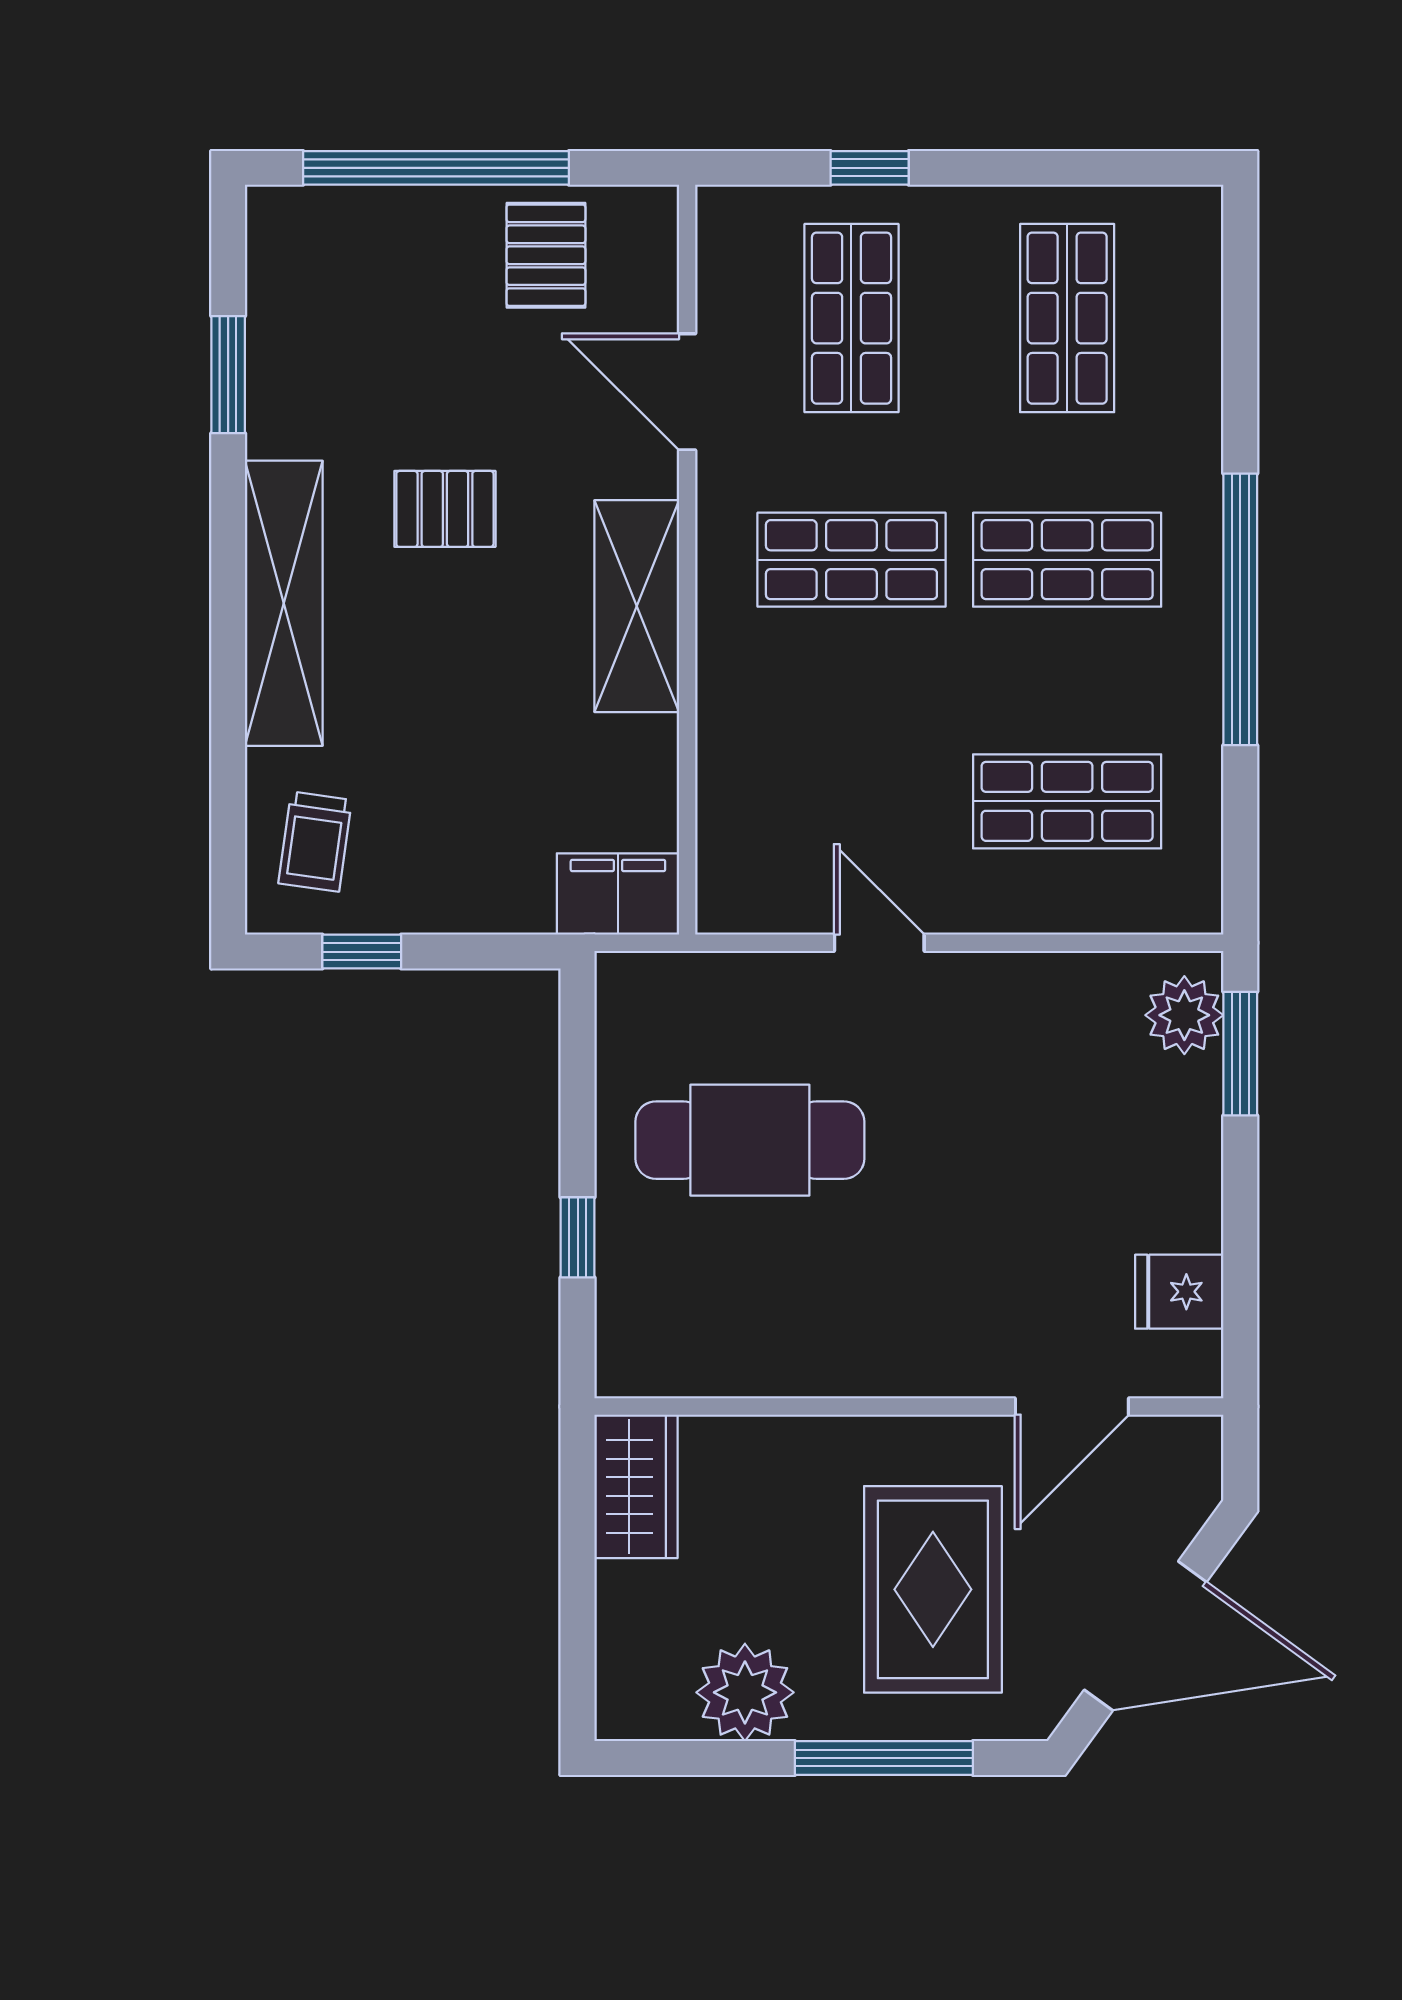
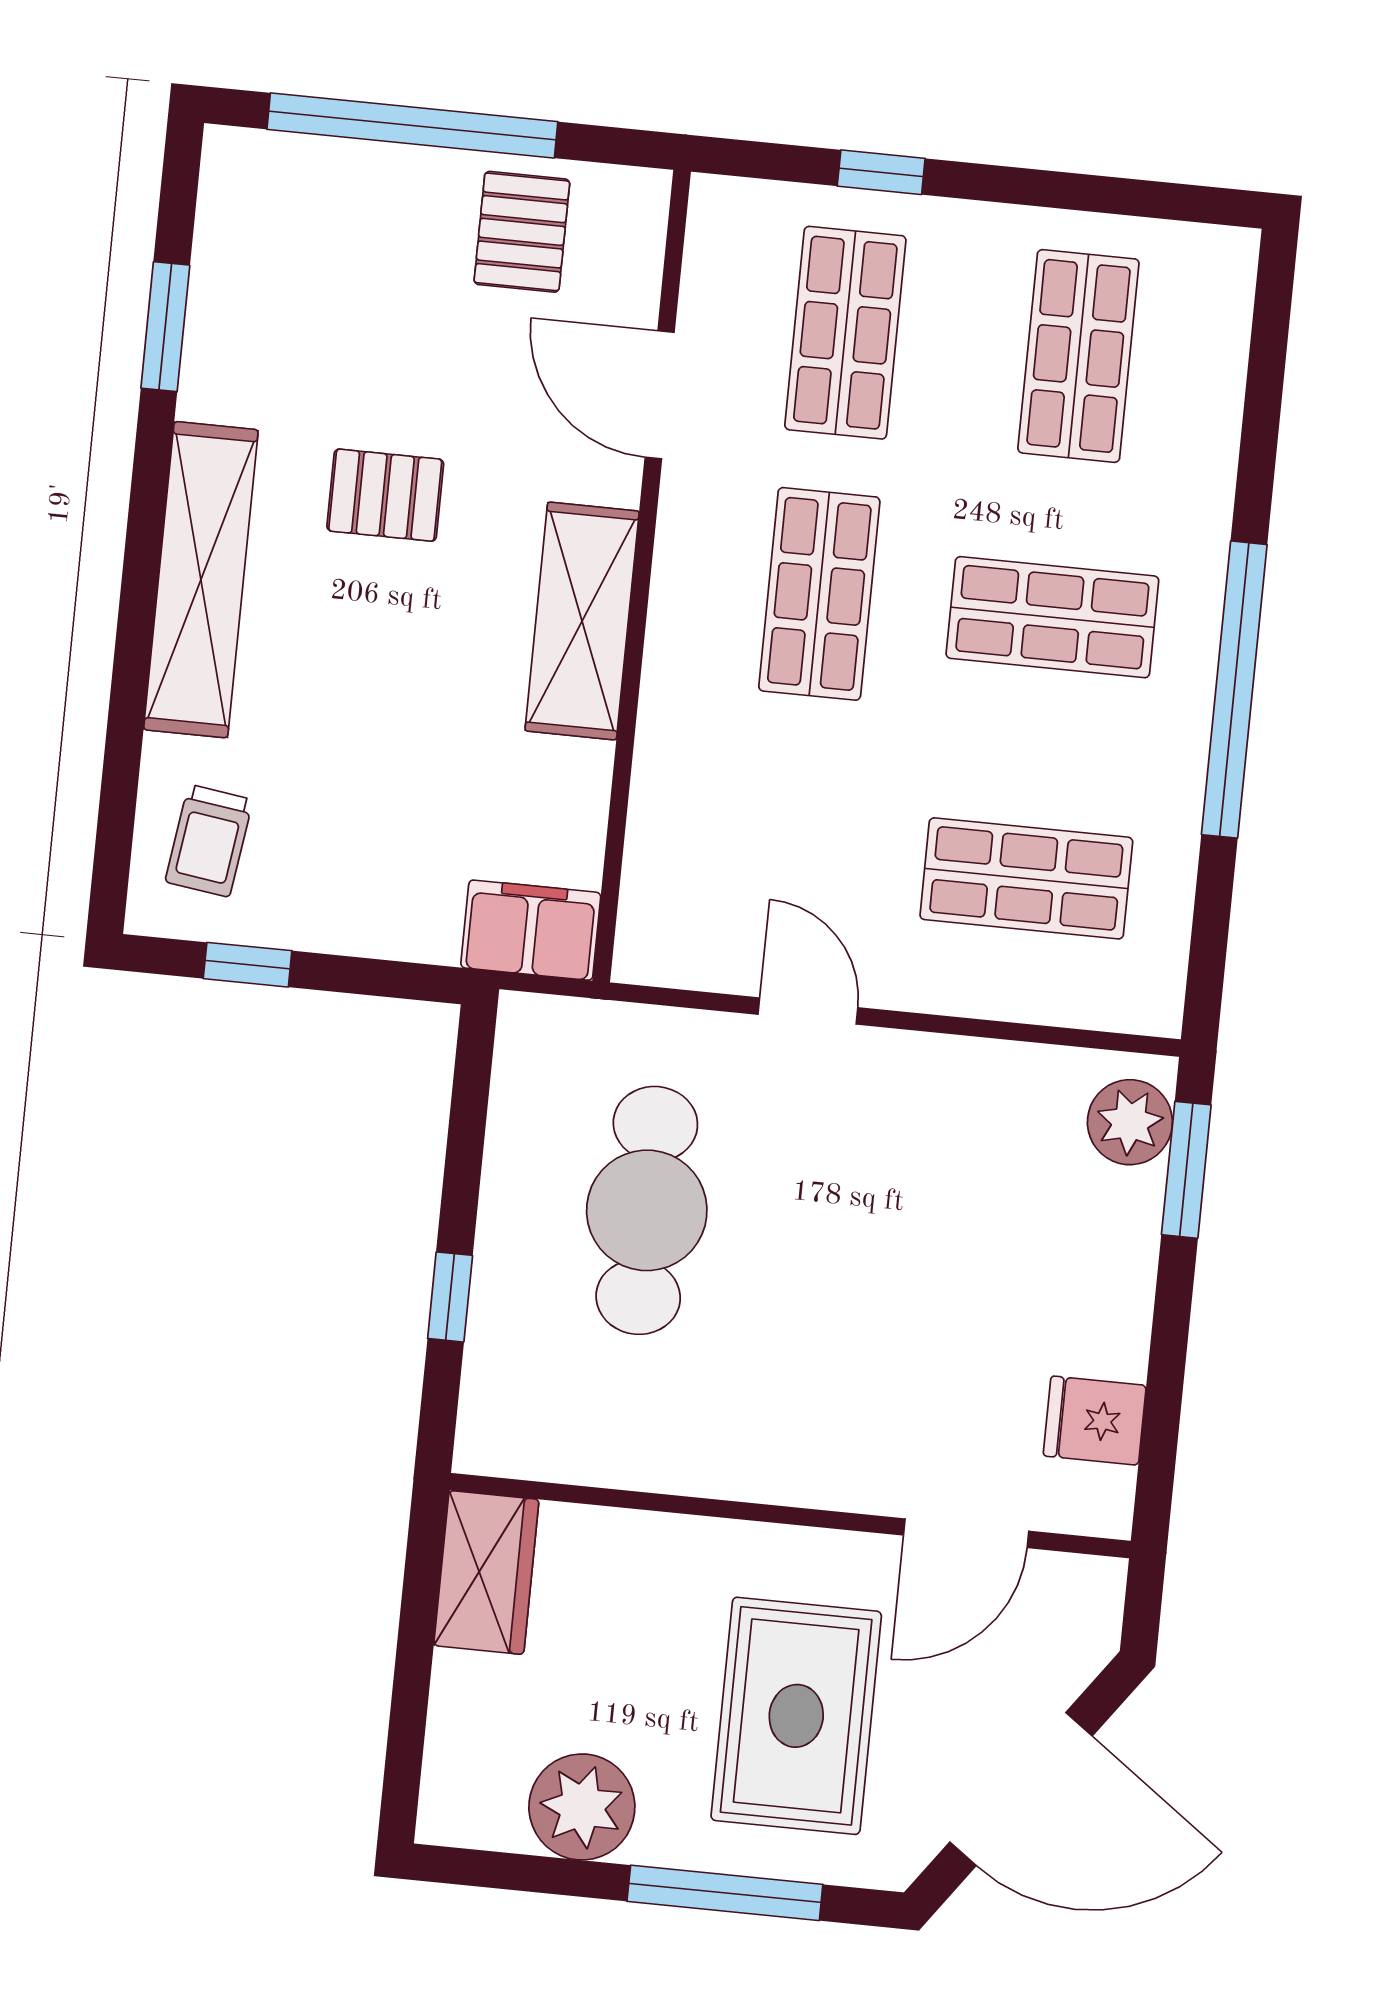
shop shelf: (851, 560) -> (819, 594), turned 90
cafe table: (750, 1140) -> (647, 1210), turned 90

